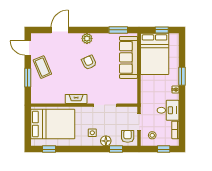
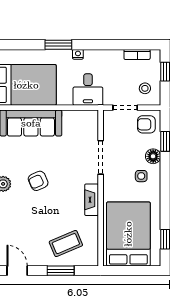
door: (28, 48) -> (17, 271), swing flipped
coffee table: (42, 67) -> (66, 244), moved
desk: (168, 110) -> (88, 90), moved, turned 180

